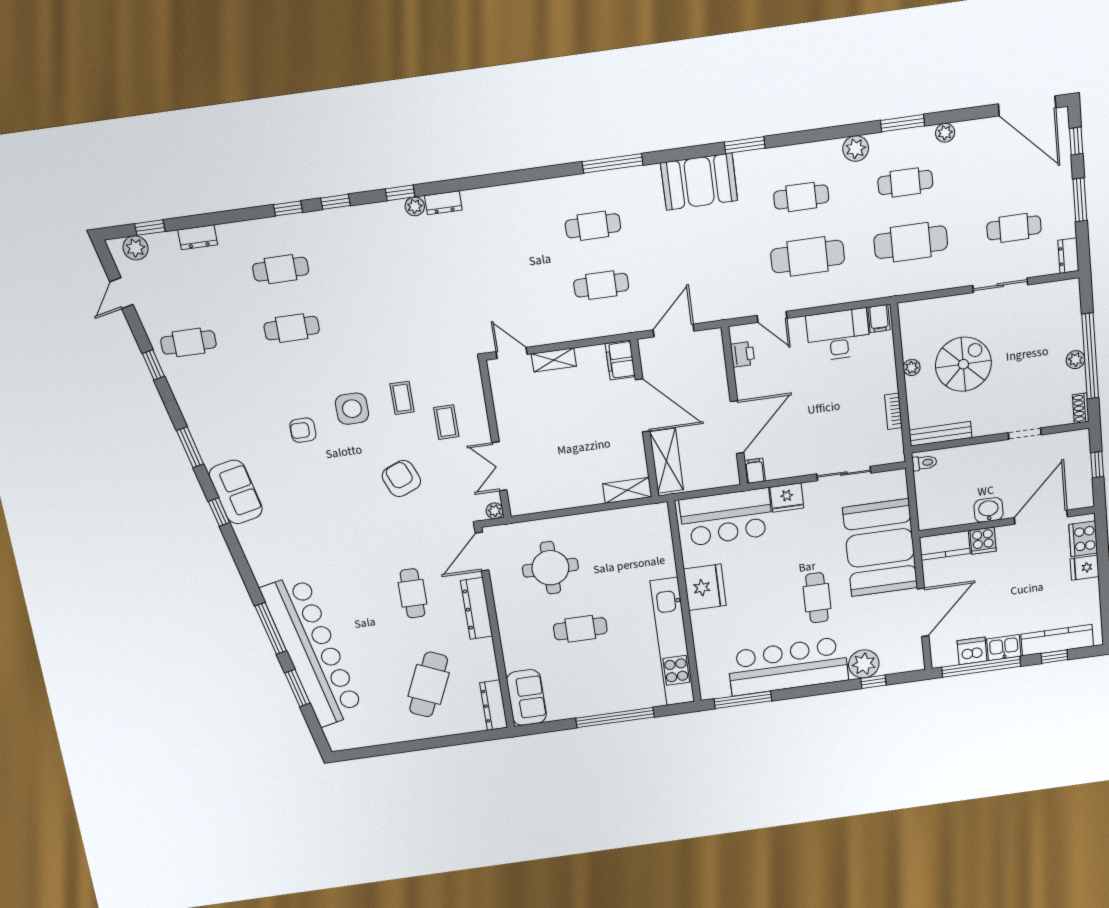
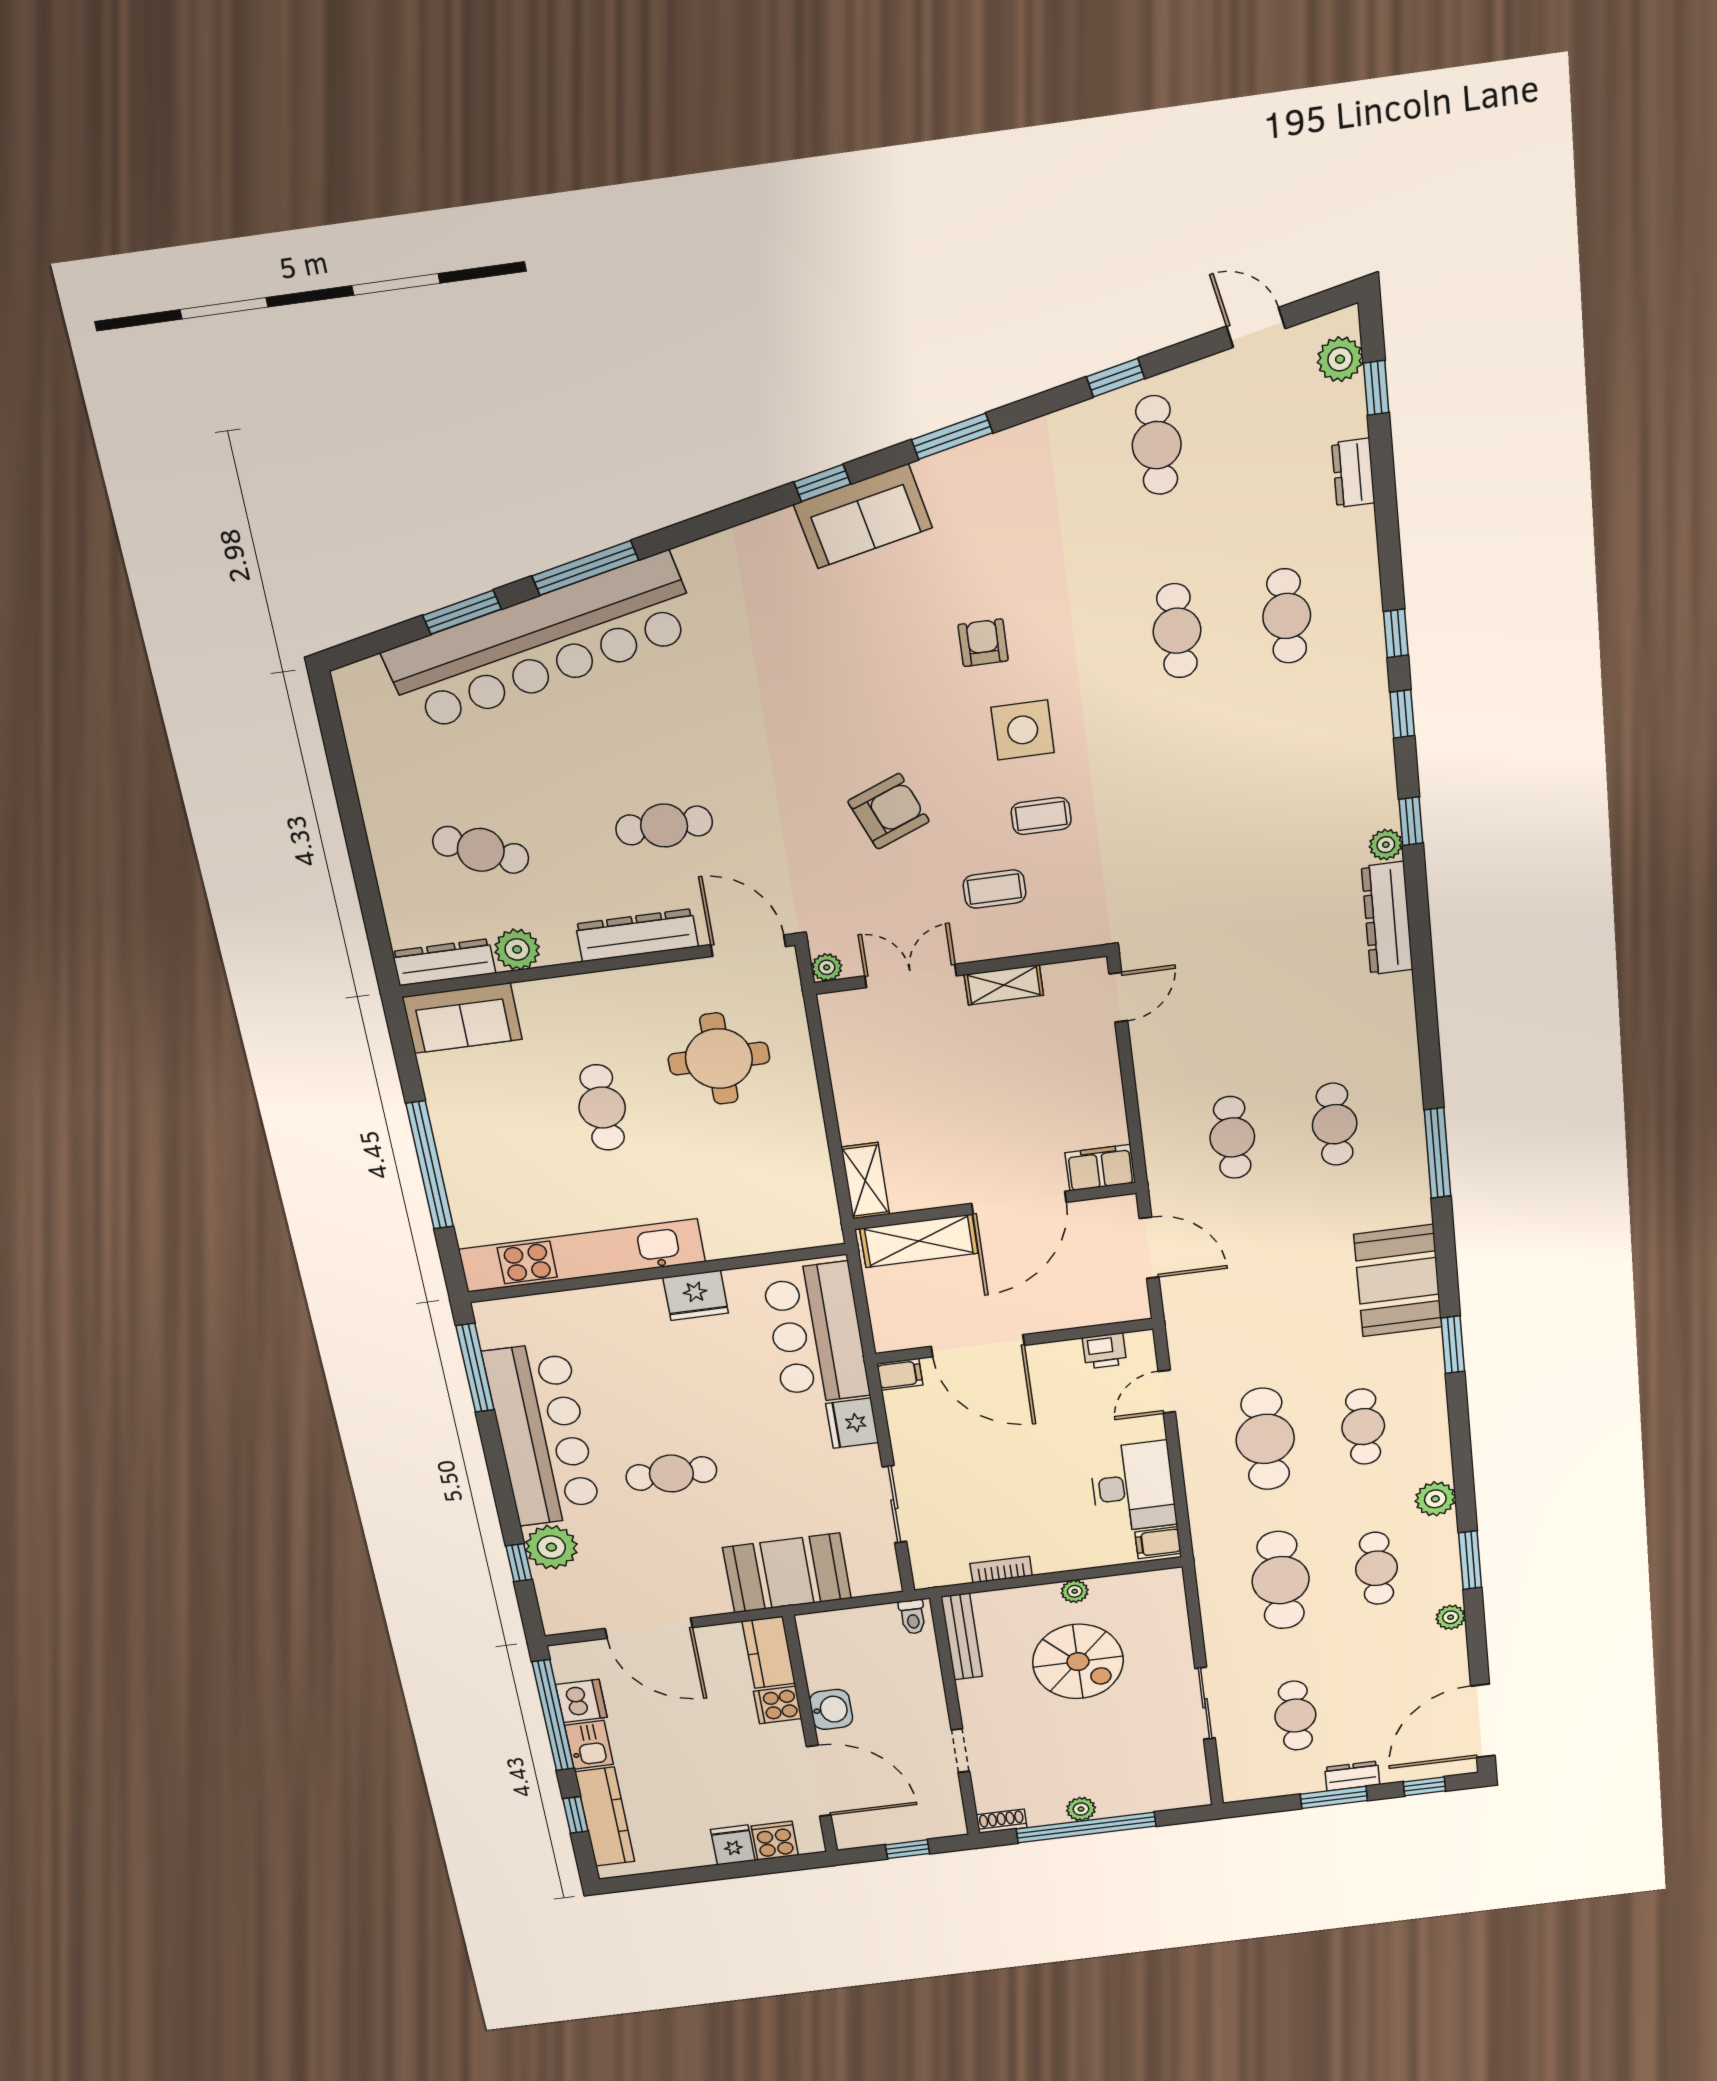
dresser: (443, 203) -> (1387, 918), width x1.96, depth x1.24
dresser: (1068, 256) -> (1352, 1776), moved
shelving: (554, 360) -> (1004, 985), moved, turned 90
cooker: (1083, 539) -> (775, 1841), width x0.73
booth: (880, 548) -> (787, 1573), width x0.73, depth x0.70
fridge: (705, 587) -> (696, 1295), width x0.73, depth x0.75
plant: (486, 669) -> (517, 949), added
cafe table: (429, 684) -> (481, 850), width x0.73, depth x0.74

